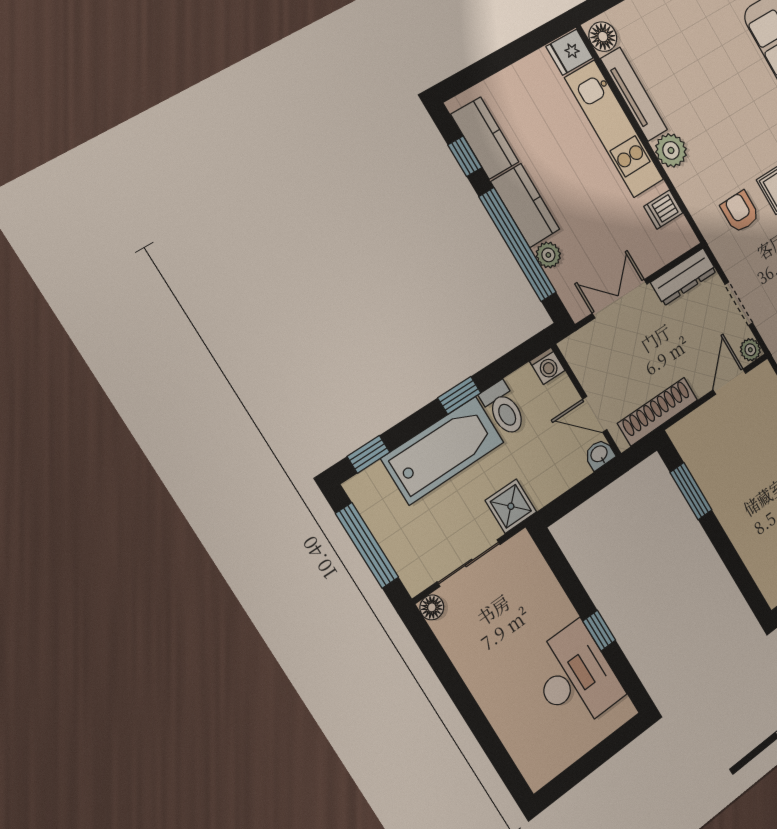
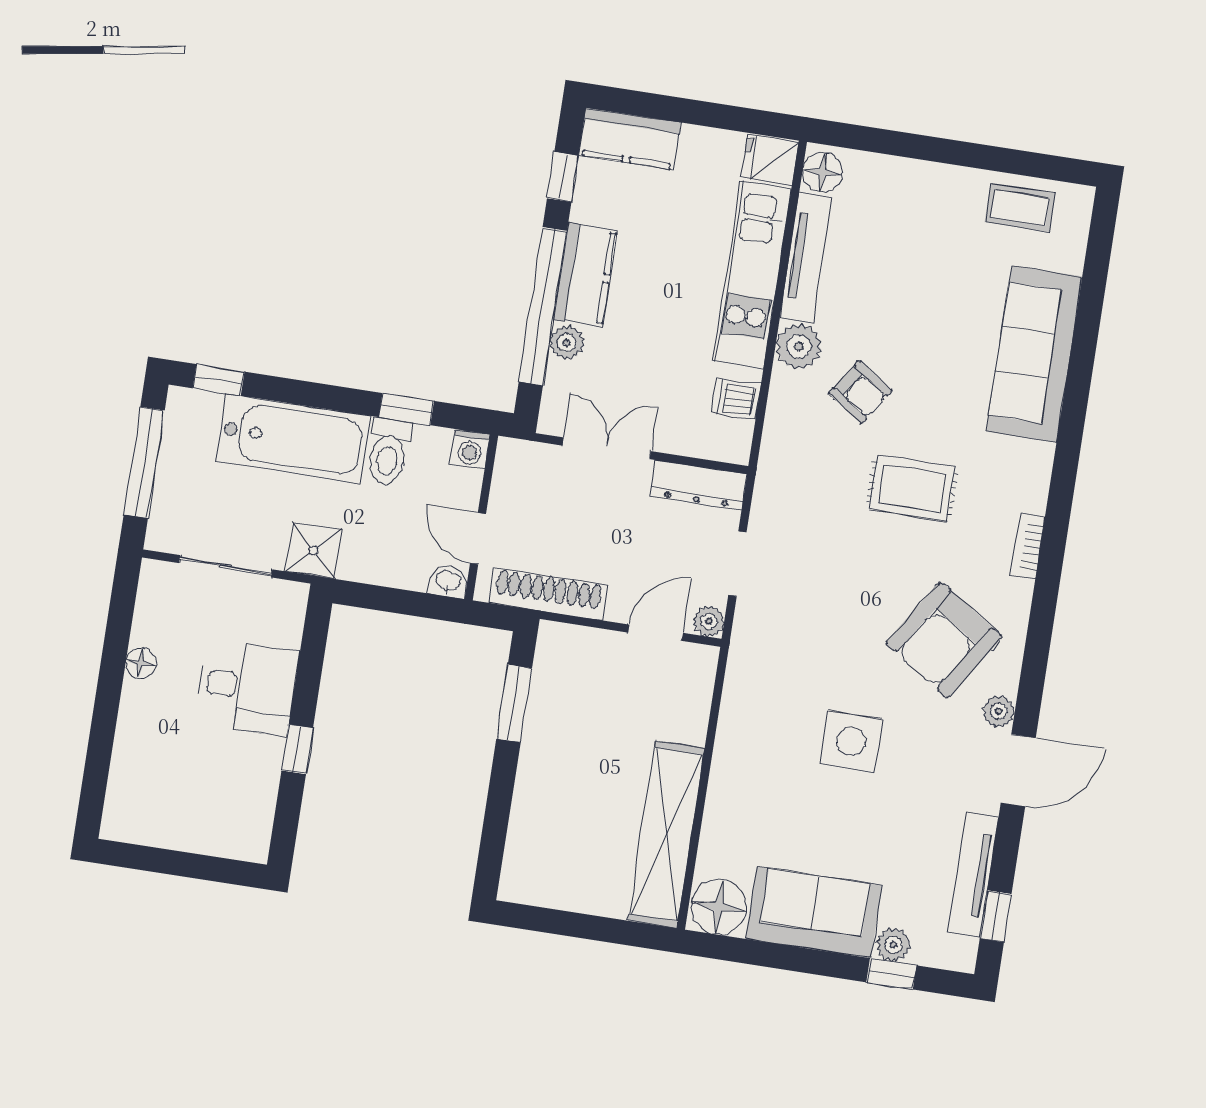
kitchen counter: (485, 138) -> (630, 139), moved, turned 90
armchair: (740, 212) -> (860, 392), moved, turned 124
window: (459, 395) -> (406, 409), moved
floor lamp: (432, 607) -> (141, 663), moved
desk: (575, 677) -> (247, 687), moved, width x0.73

